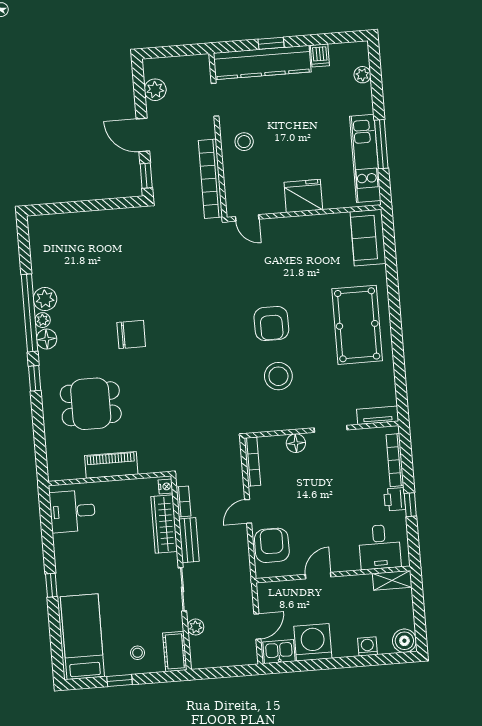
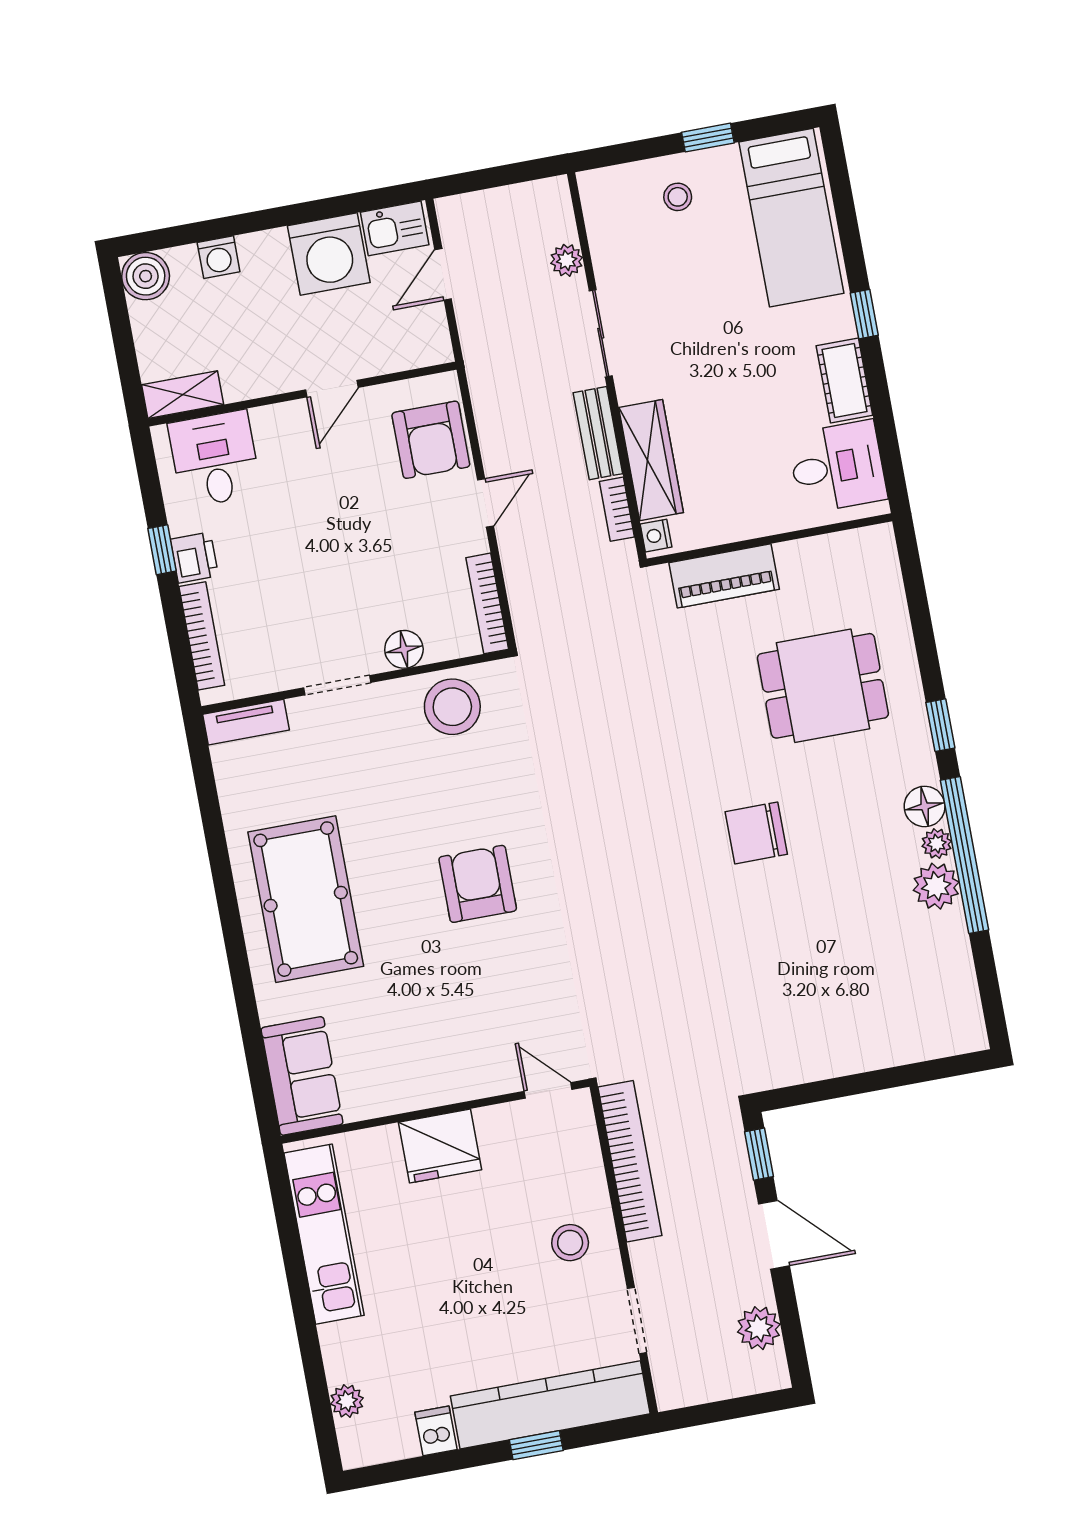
window: (381, 144) -> (295, 1266), removed
stool: (278, 376) -> (452, 707), moved
piano: (111, 465) -> (724, 576), moved
cot: (175, 651) -> (844, 380), moved

